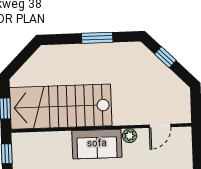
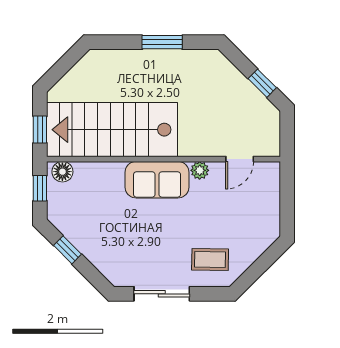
window: (165, 57) -> (262, 83), moved
floor lamp: (24, 140) -> (62, 172), added

